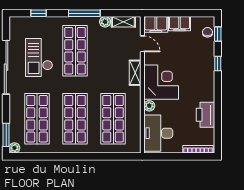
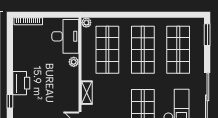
corner desk: (161, 82) -> (63, 84), removed
printer: (206, 115) -> (21, 83), moved
plant: (14, 148) -> (86, 23), moved

